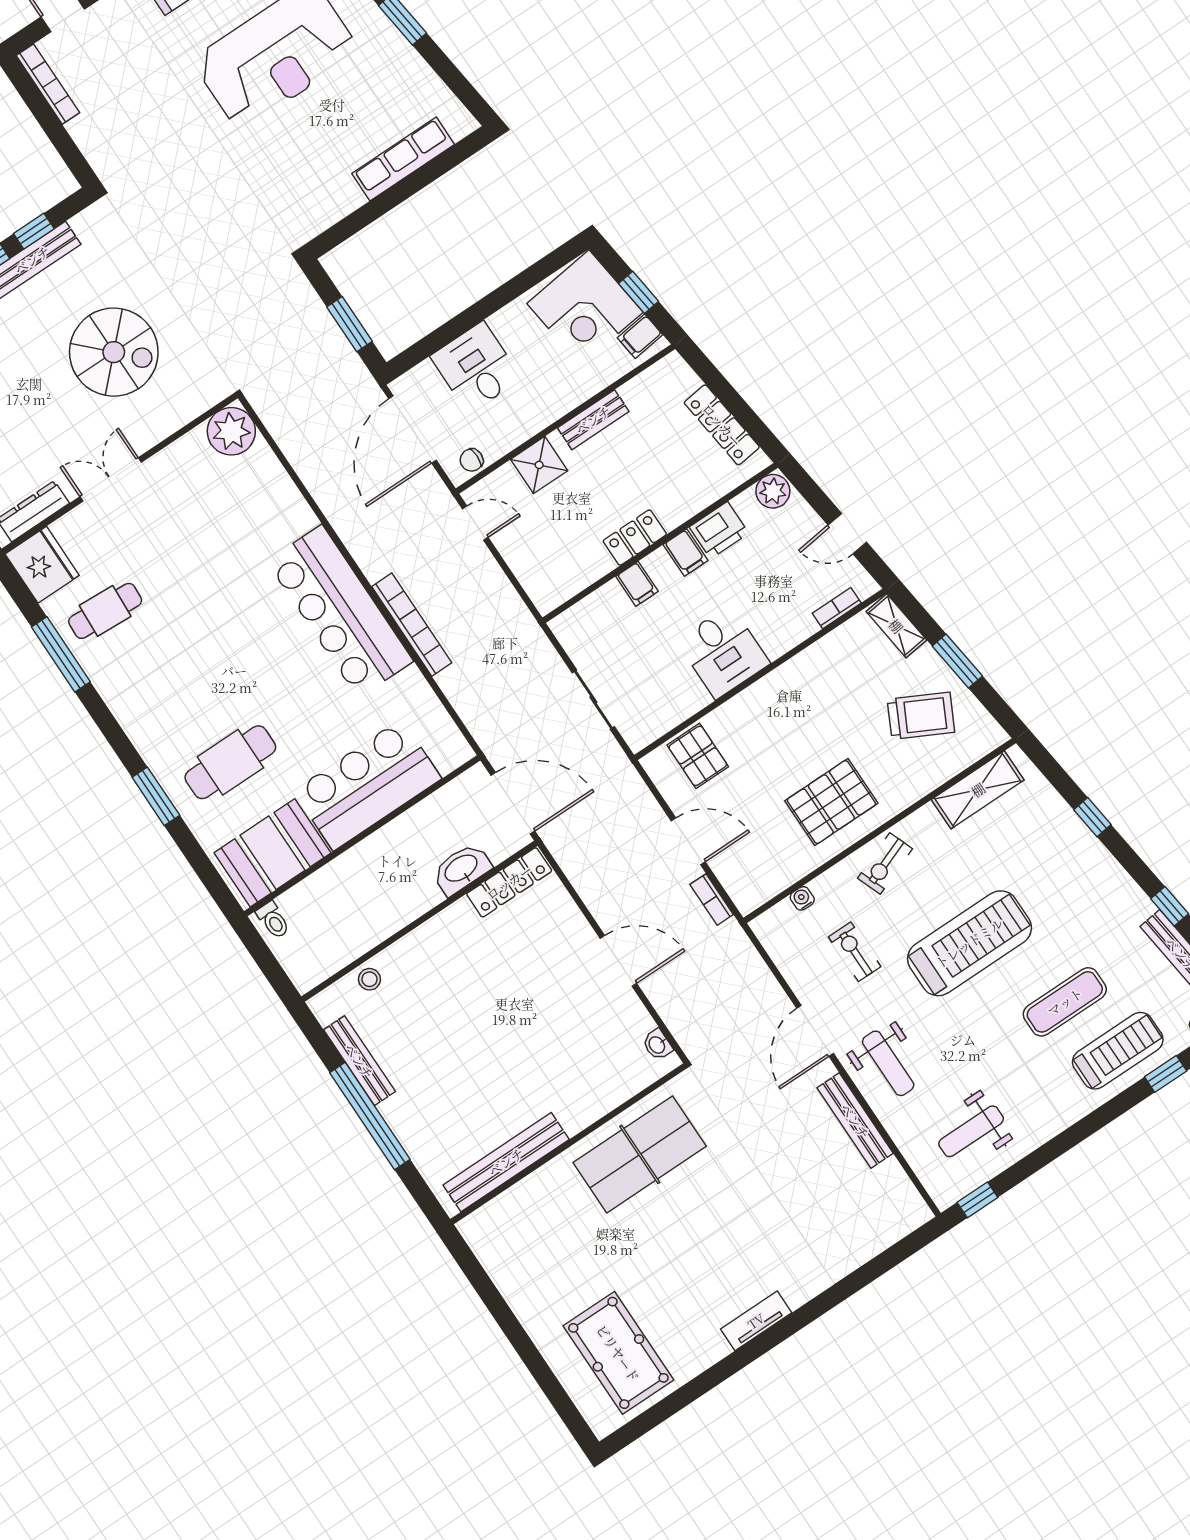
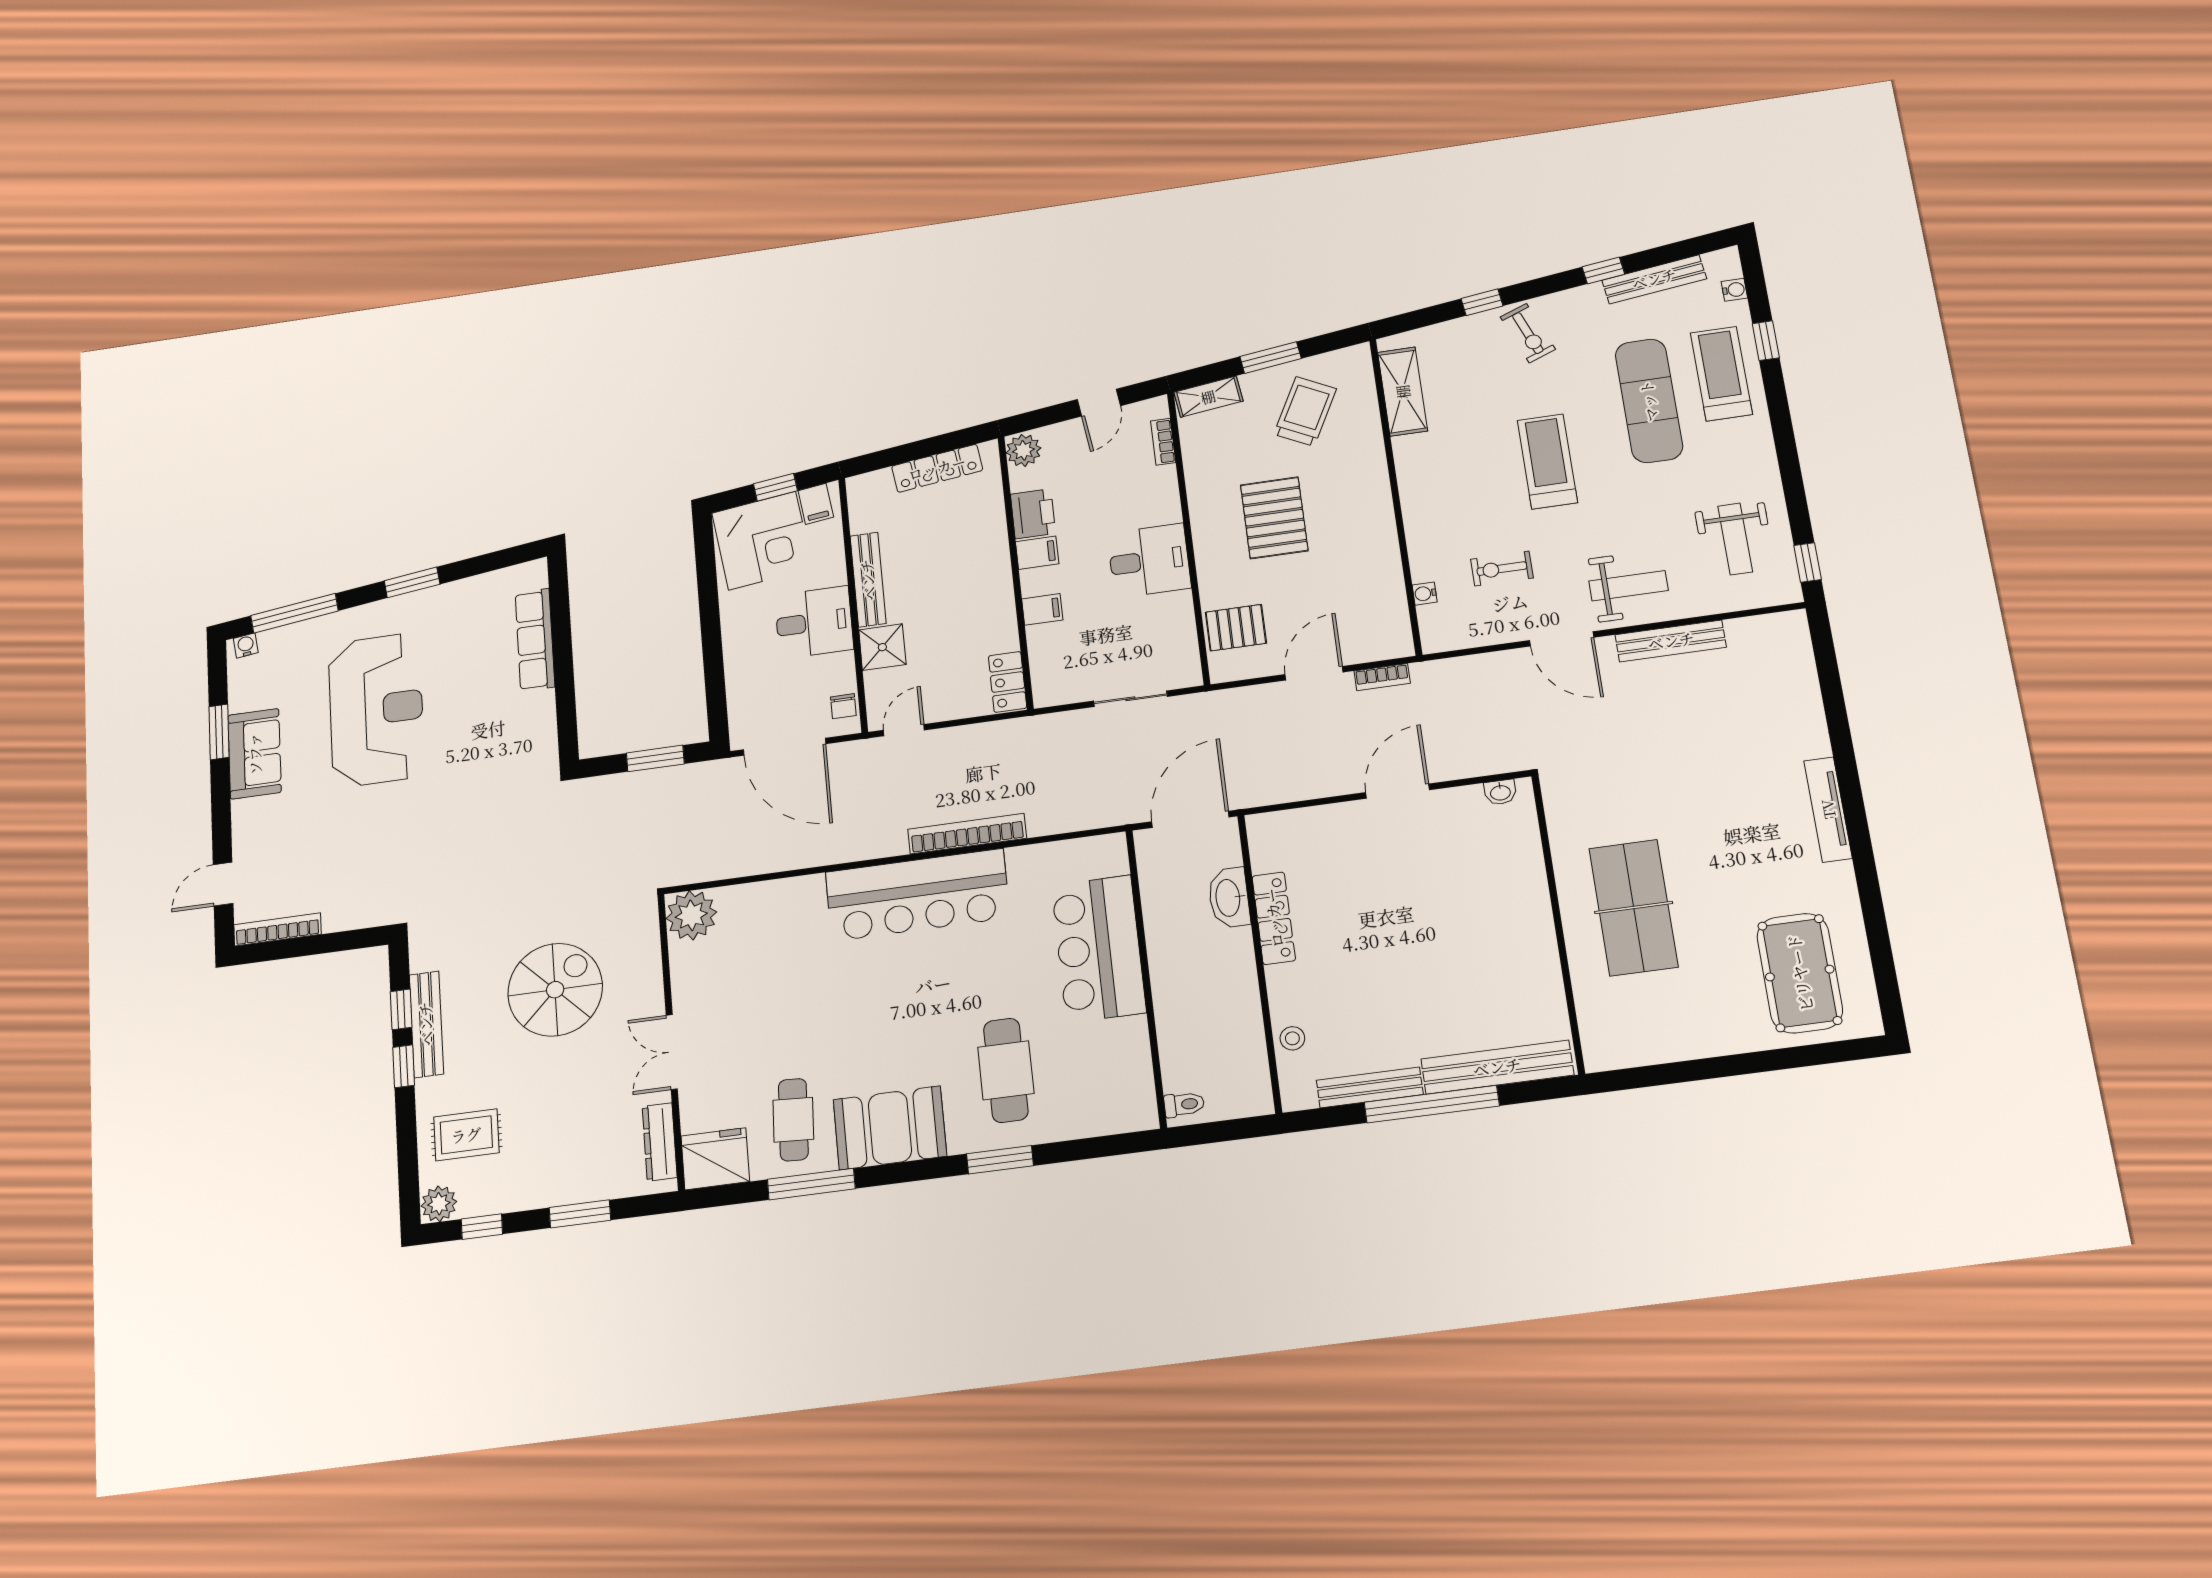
desk: (476, 367) -> (814, 622), moved, turned 180
bench: (593, 420) -> (868, 580), width x1.36
locker: (635, 538) -> (1008, 682), moved
pallet: (831, 802) -> (1274, 518), moved
booth: (273, 853) -> (890, 1128), moved, turned 90
exercise bike: (885, 863) -> (1528, 333), moved
locker: (509, 882) -> (1274, 918), moved
treadmill: (969, 943) -> (1547, 461), width x0.73, depth x0.73
exercise mat: (1065, 1002) -> (1649, 401), width x1.36, depth x1.45
table tennis table: (640, 1154) -> (1634, 908), moved
bench: (506, 1162) -> (1497, 1067), moved, turned 90
tv unit: (756, 1321) -> (1828, 809), width x1.41
pool table: (618, 1353) -> (1800, 973), turned 90

